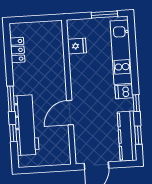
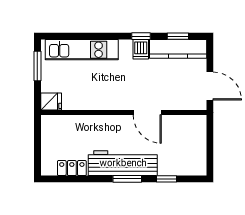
fridge: (77, 46) -> (51, 101), moved, turned 90
dishwasher: (124, 92) -> (141, 49), moved
workbench: (26, 125) -> (123, 163), moved

